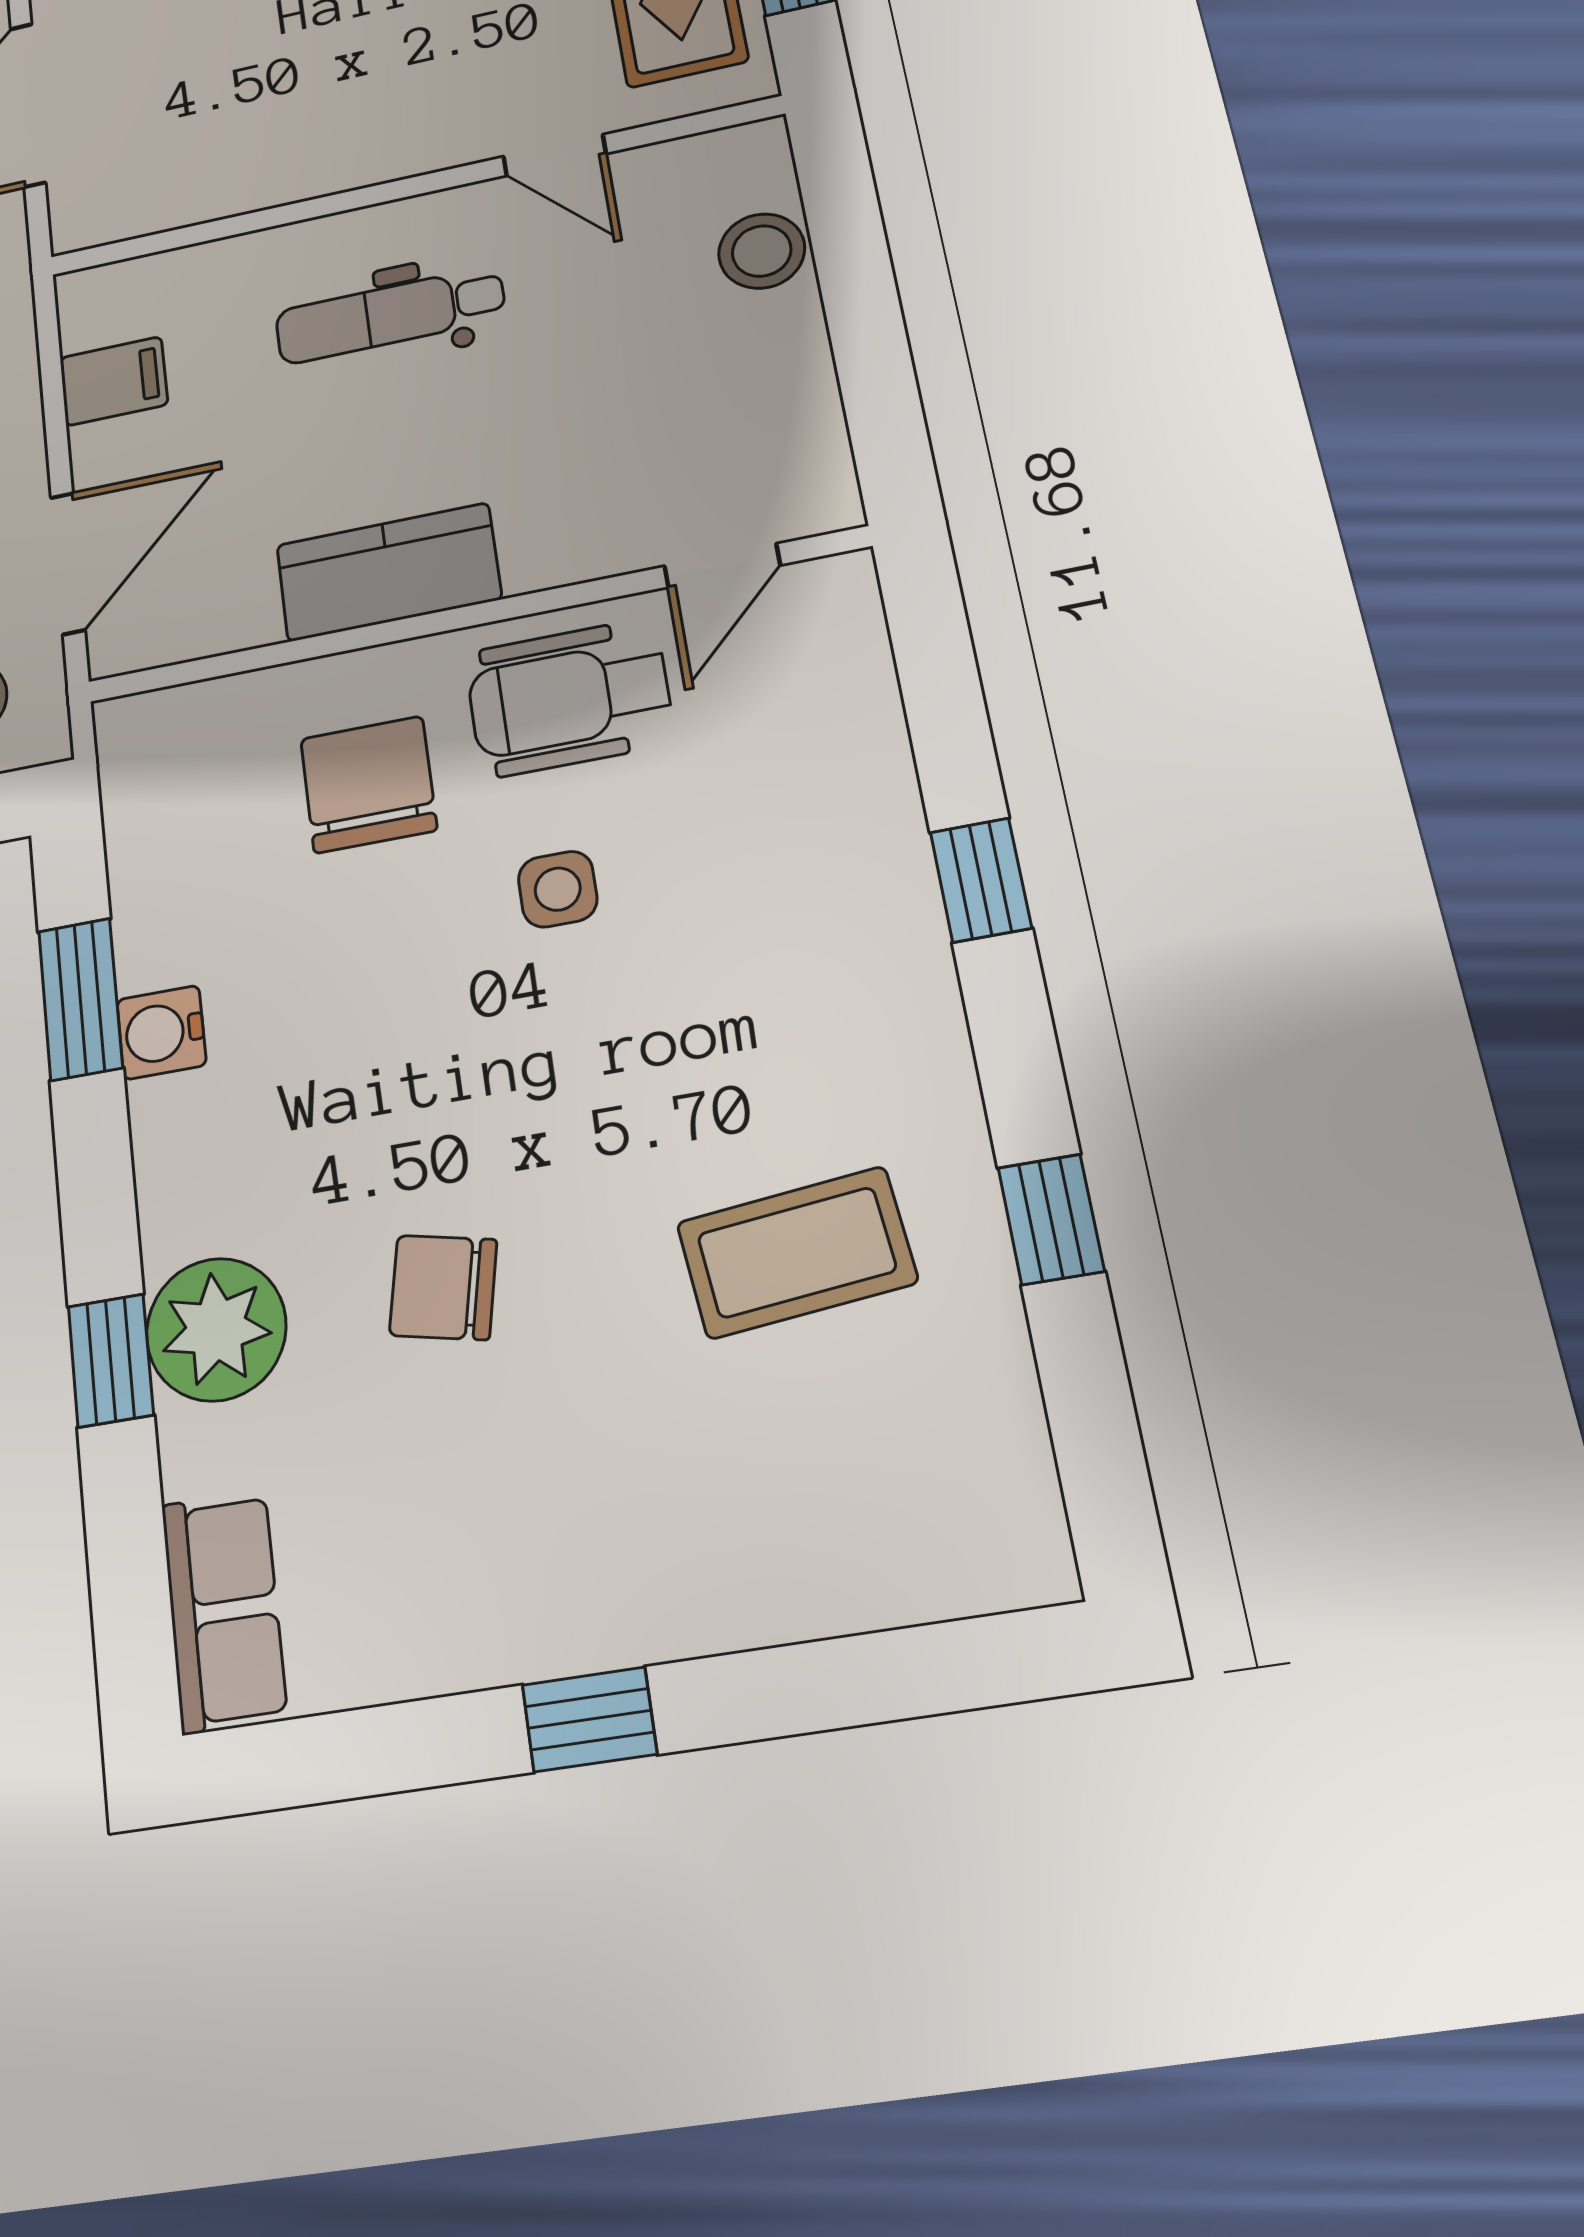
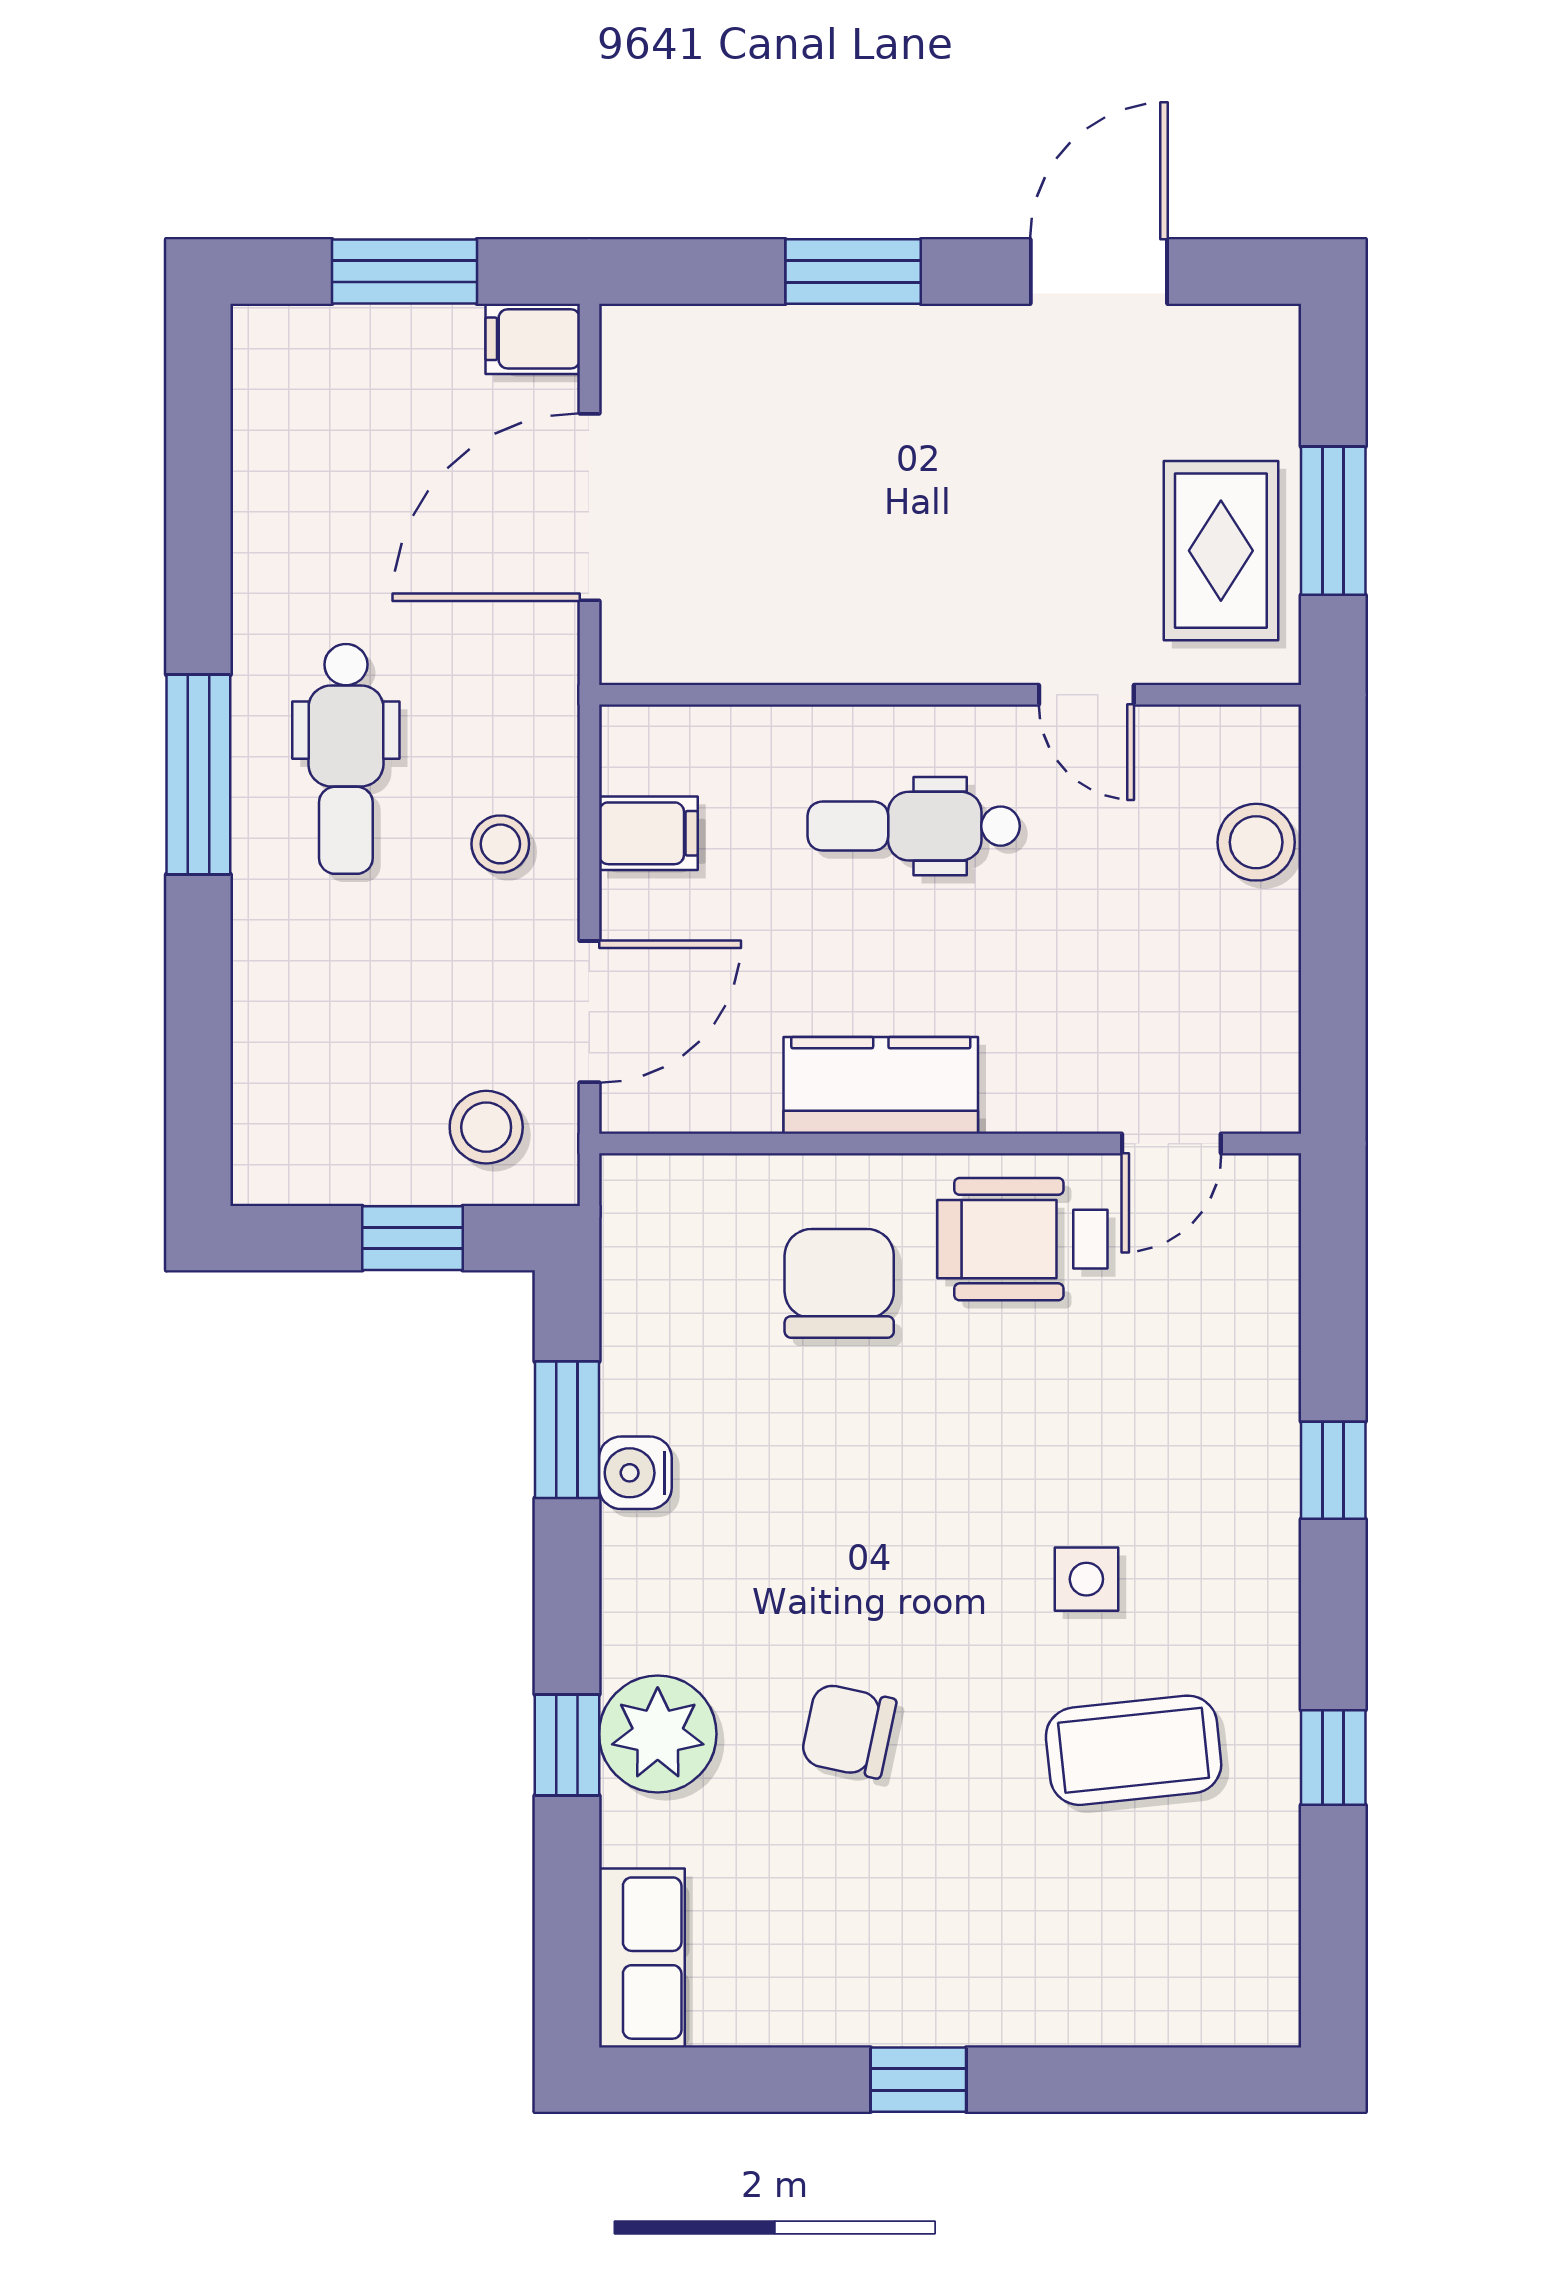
side table: (558, 889) -> (1086, 1579), moved

